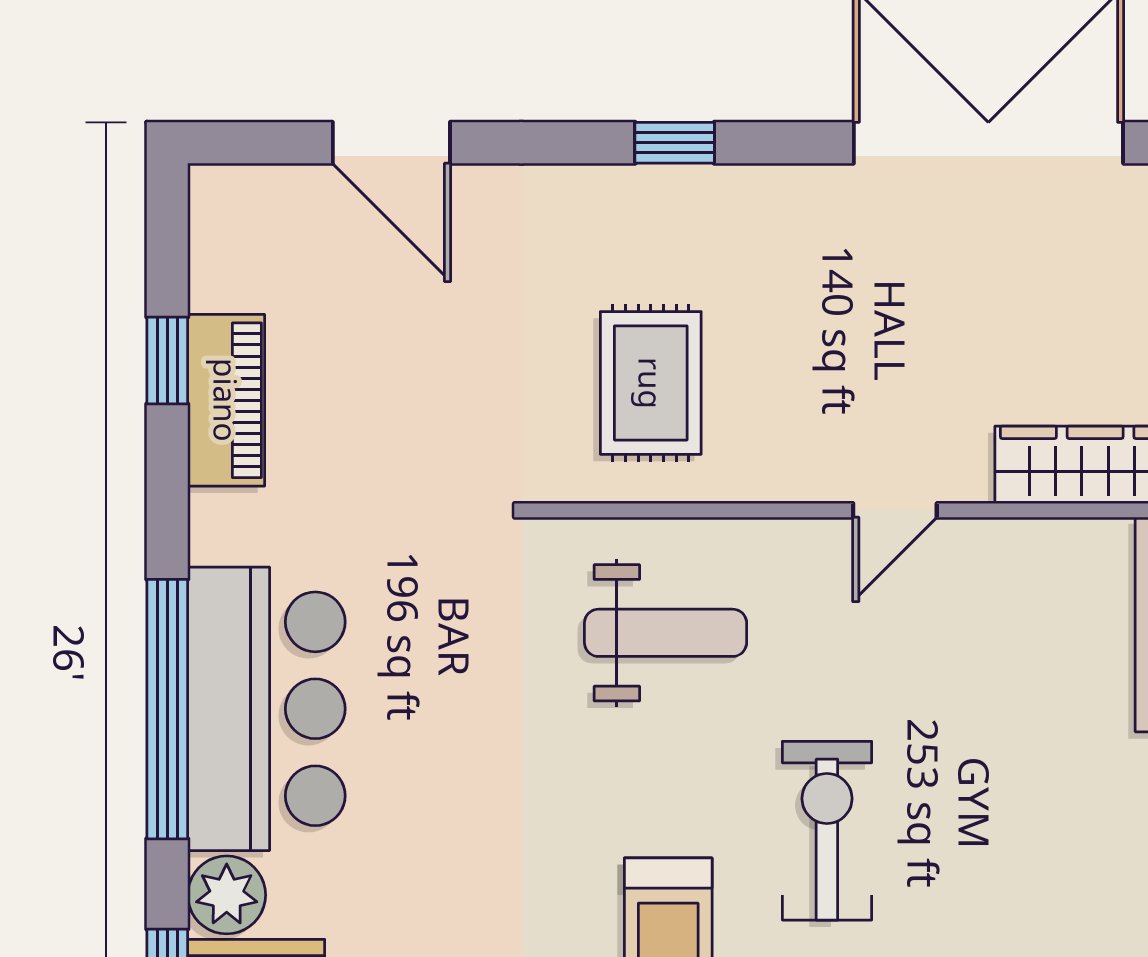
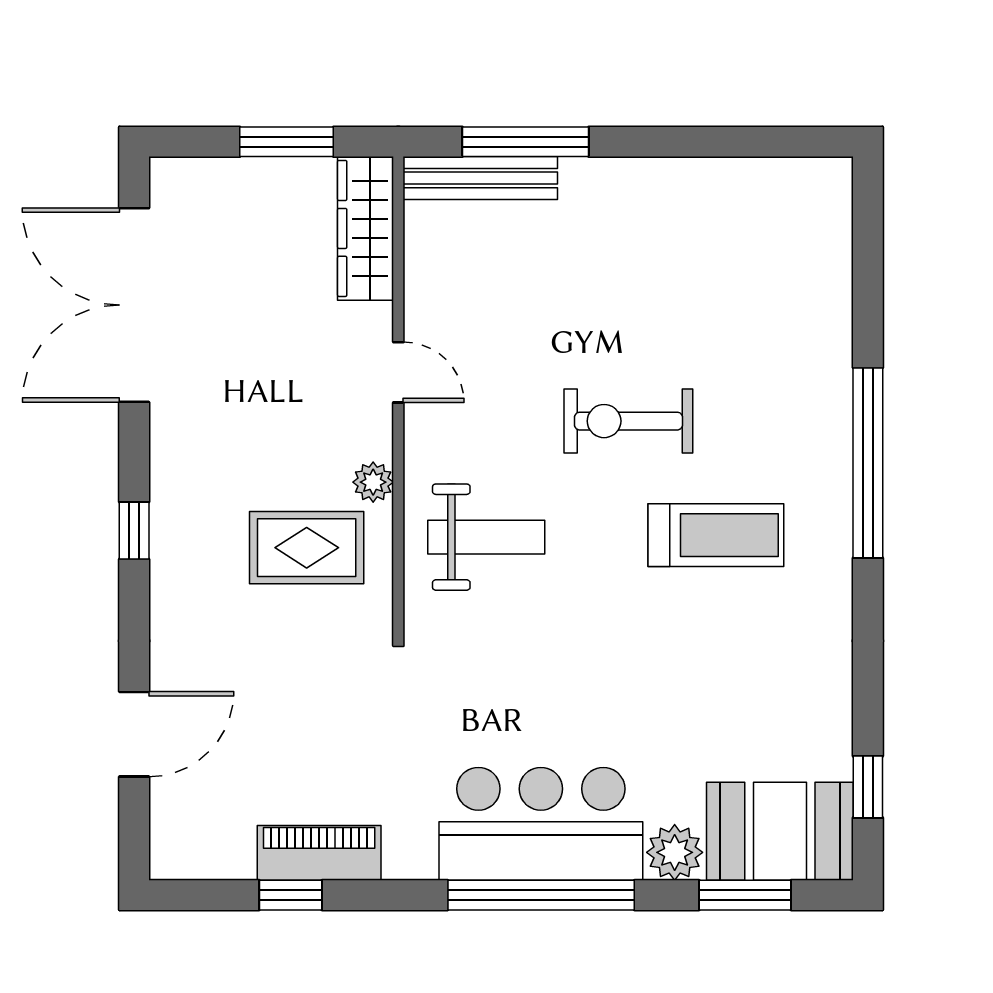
plant: (742, 475) -> (373, 482), added
weight bench: (666, 633) -> (486, 537), turned 90

